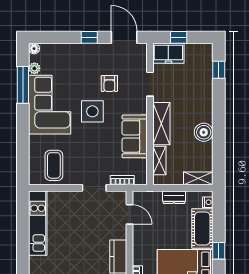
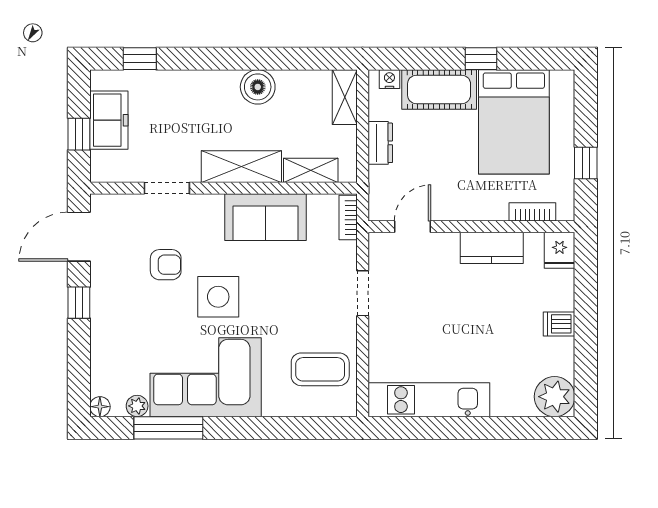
freezer: (168, 53) -> (109, 120), moved
bookcase: (122, 180) -> (348, 218), moved

